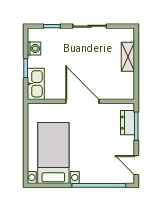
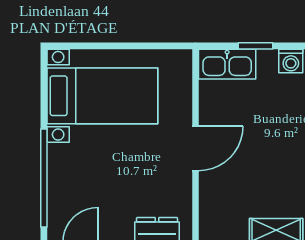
door: (82, 101) -> (195, 148), width x0.73

